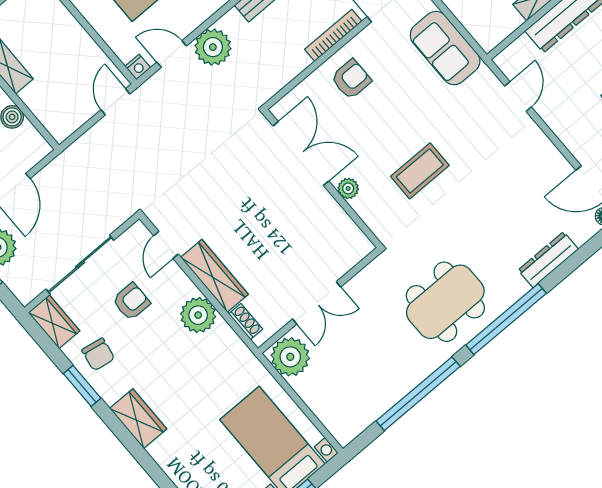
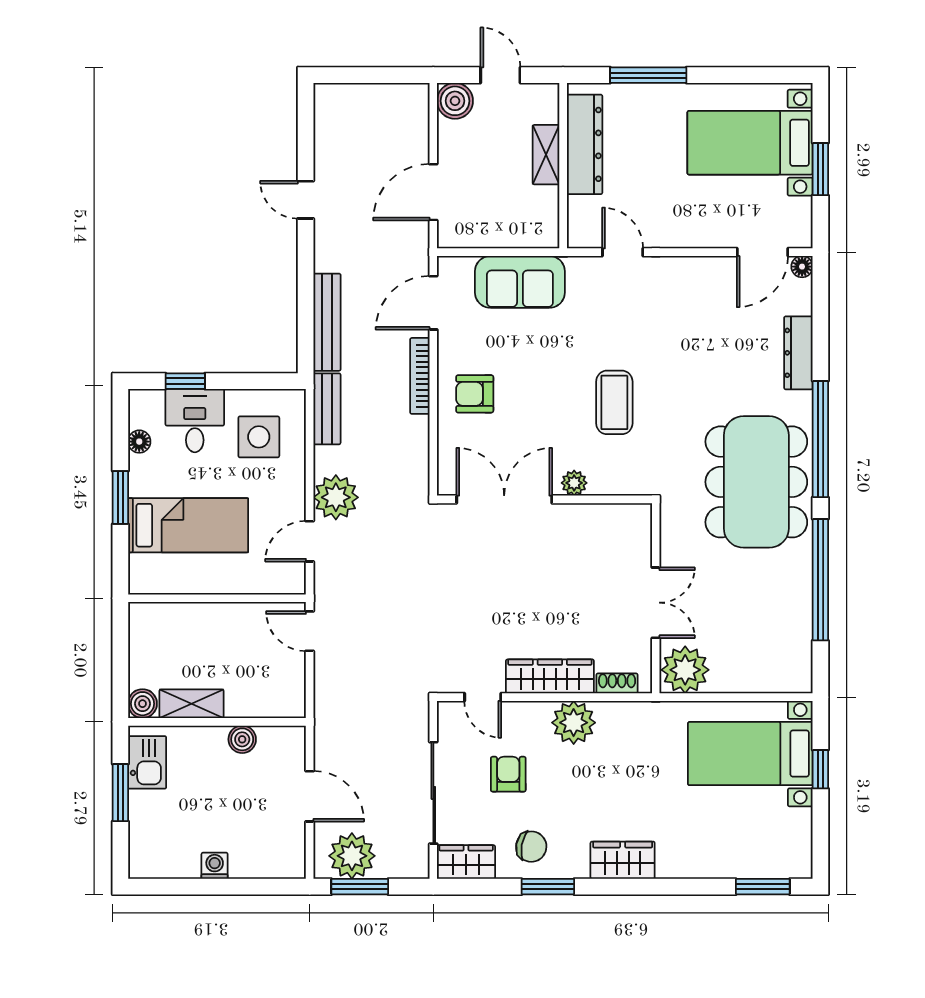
nightstand: (138, 67) -> (295, 583), removed
armchair: (351, 79) -> (475, 394), turned -90
dining table: (445, 302) -> (756, 482), width x1.36, depth x1.24

